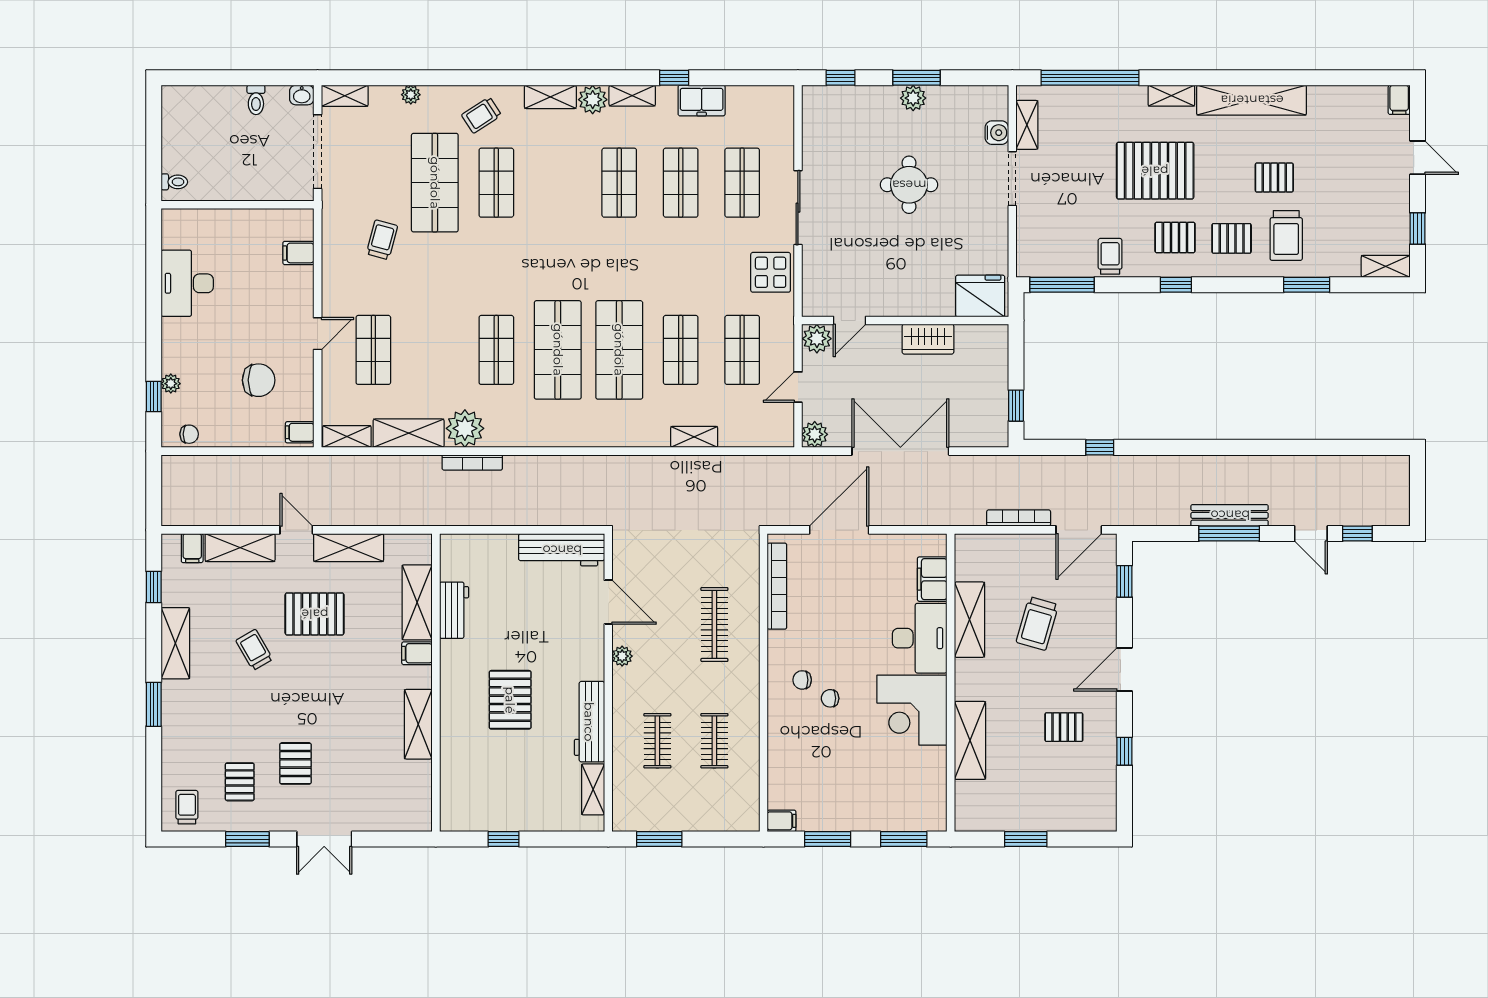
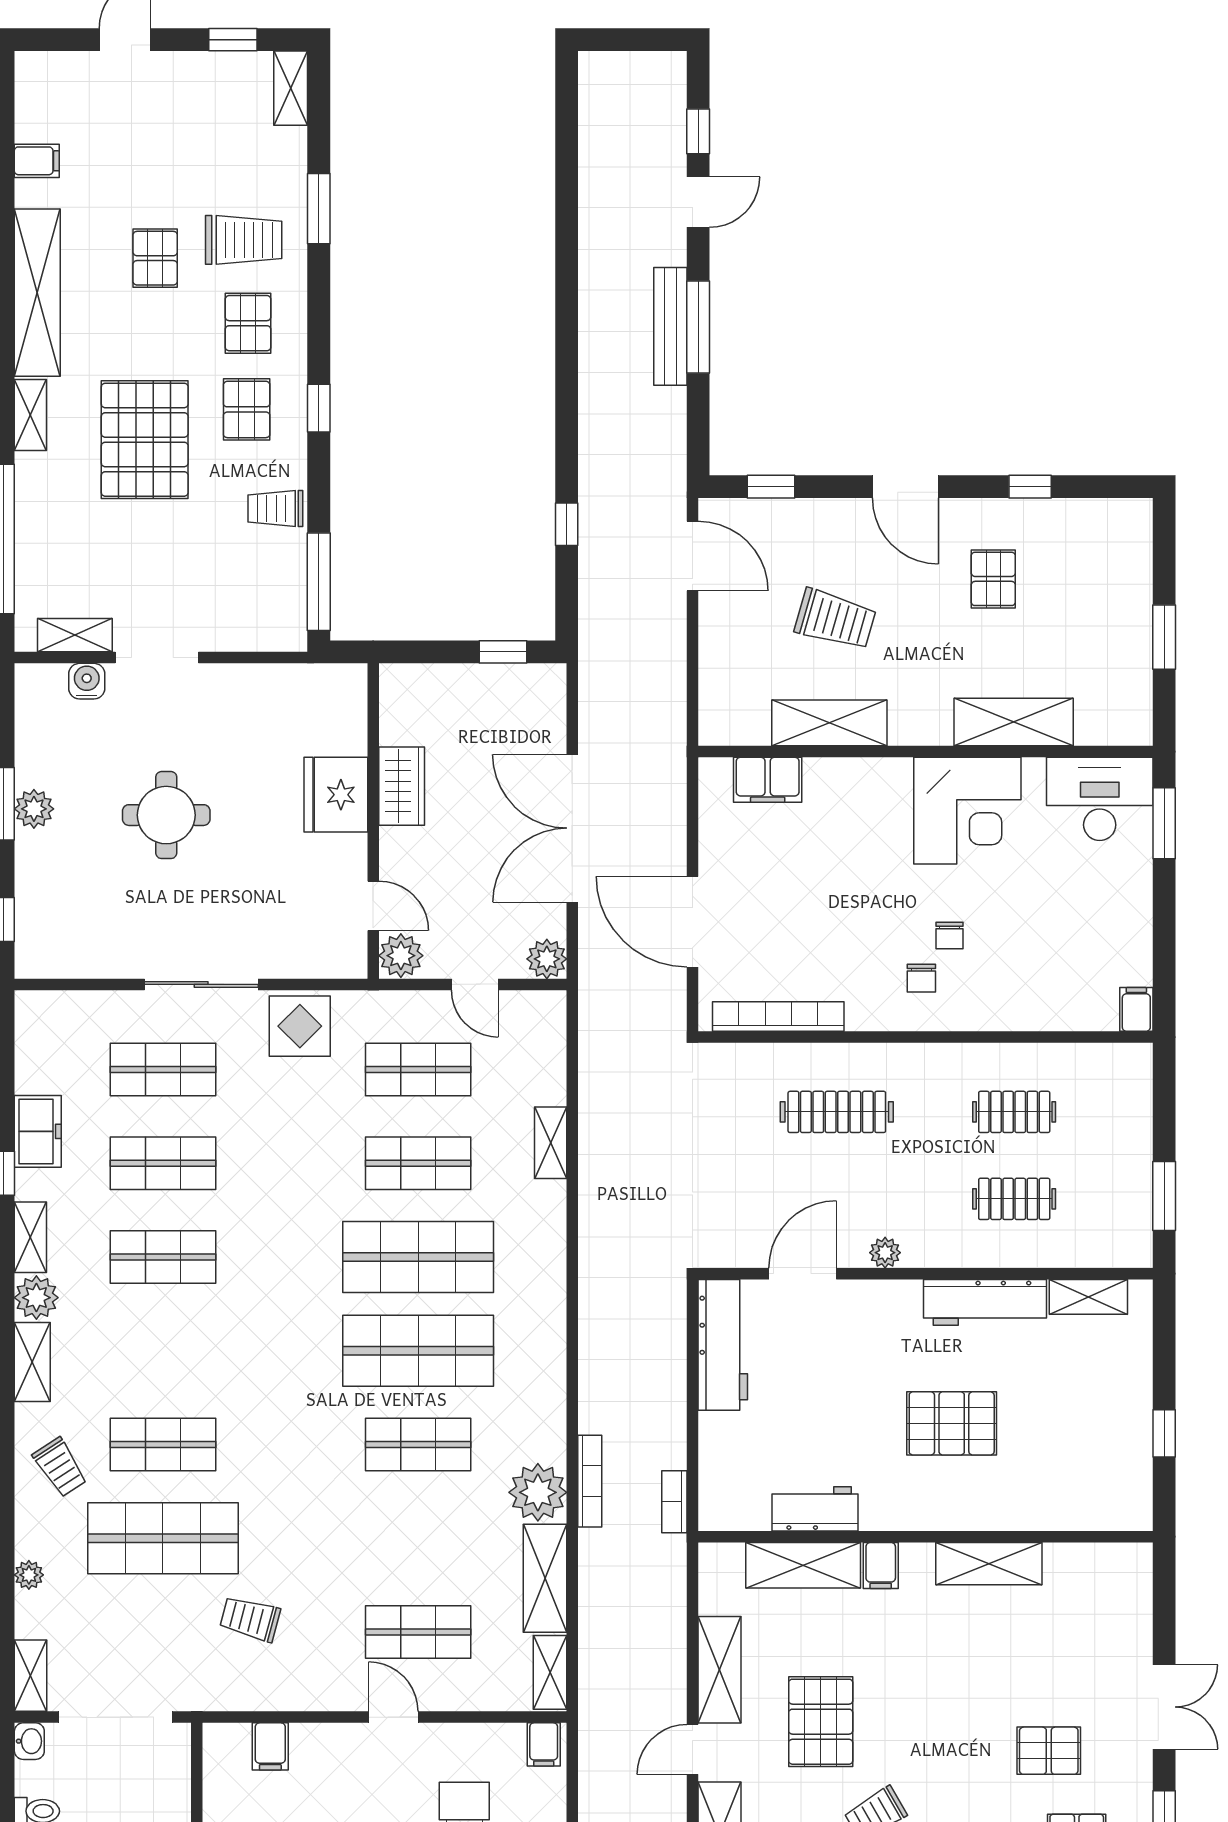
filing cabinet: (1399, 100) -> (37, 161), moved
fridge: (980, 296) -> (336, 795), moved
bookcase: (1019, 518) -> (674, 1502), moved, width x0.64
desk: (920, 638) -> (1100, 799), moved
window: (828, 839) -> (1164, 939), removed

